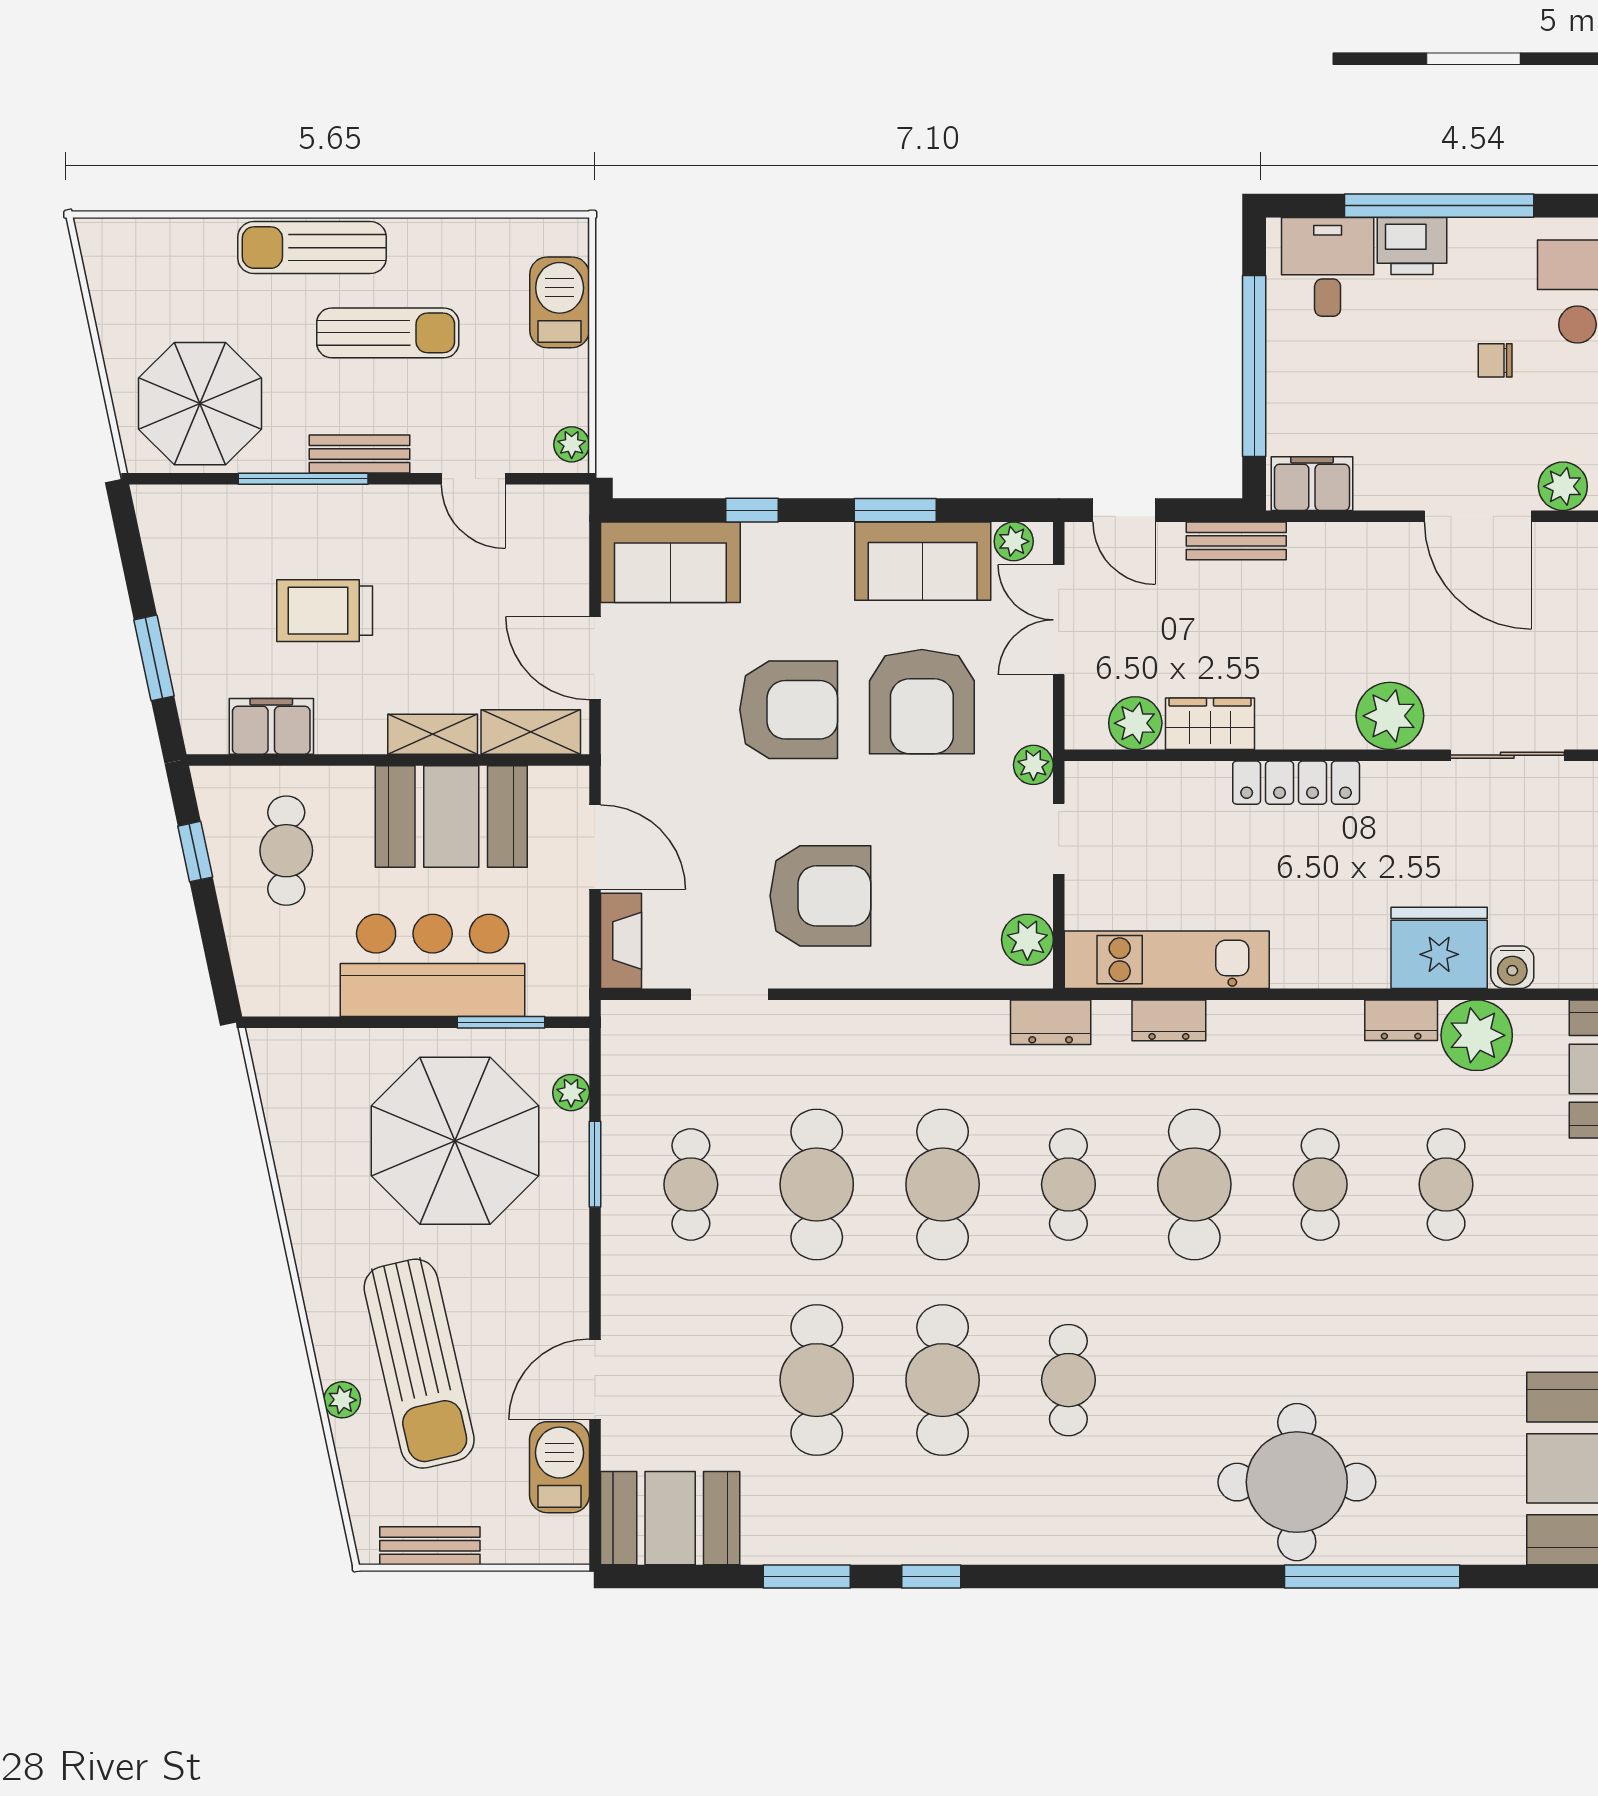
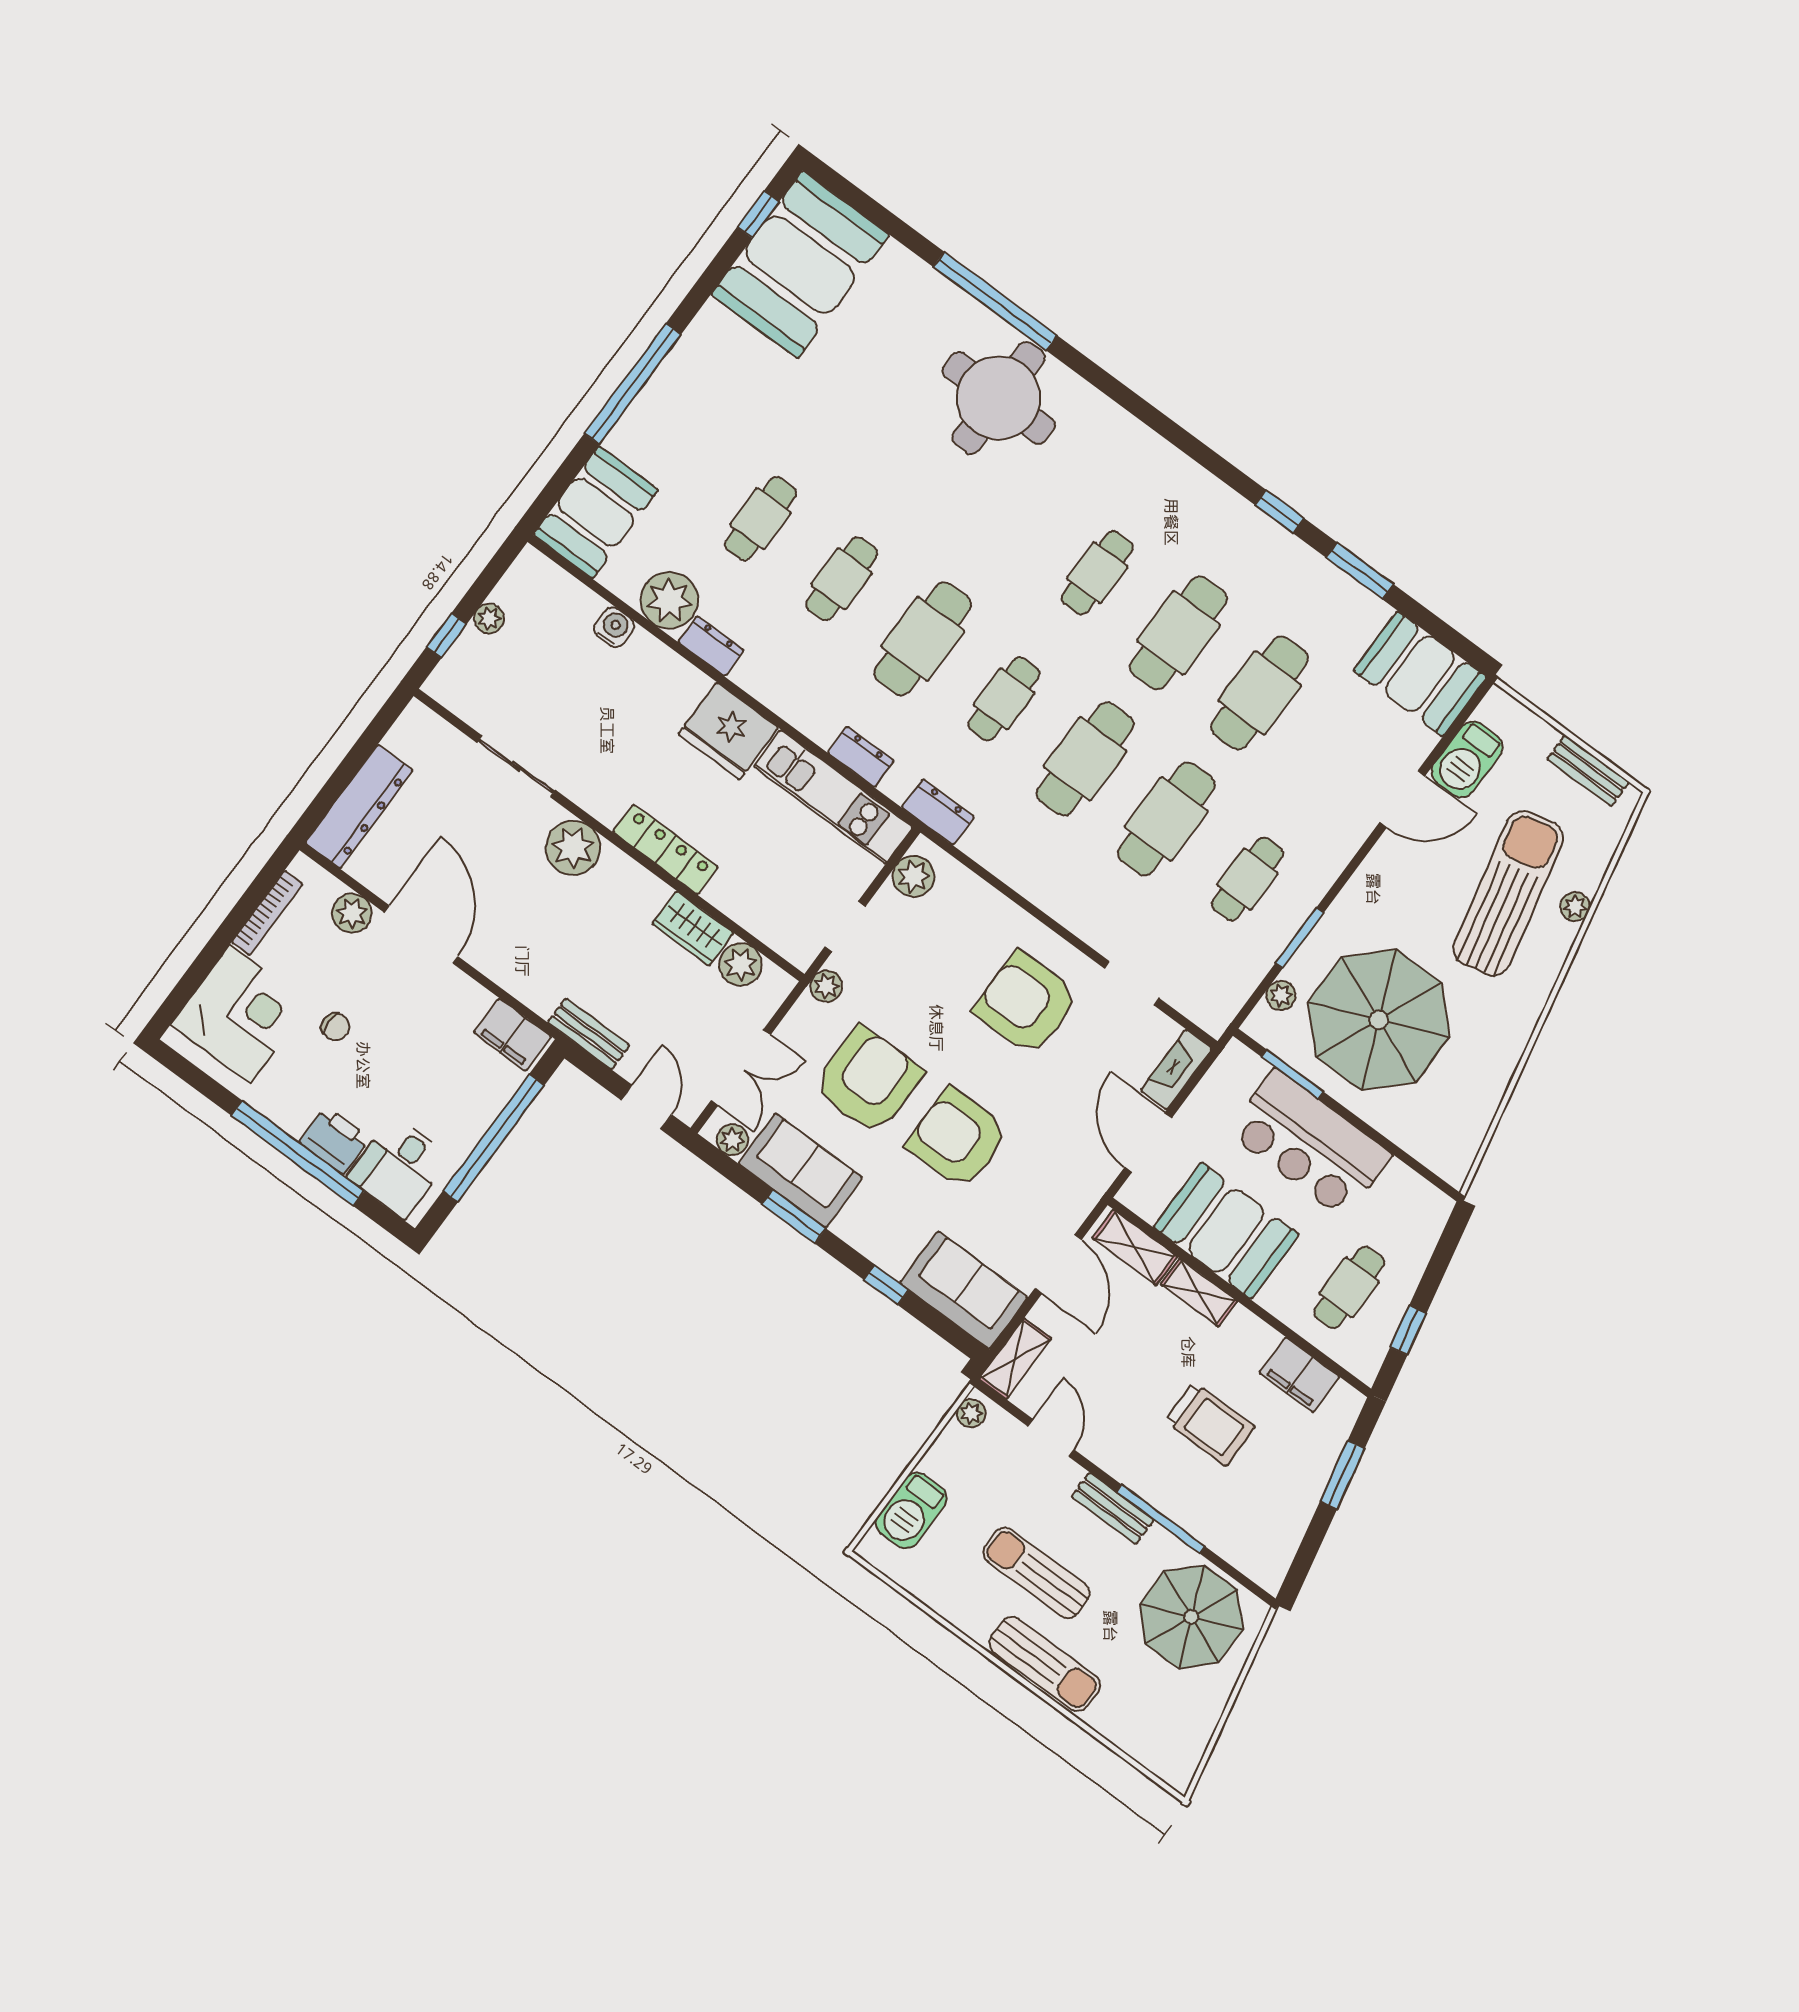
shelving: (568, 532) -> (1015, 1359), added
fridge: (1439, 948) -> (728, 731), moved

